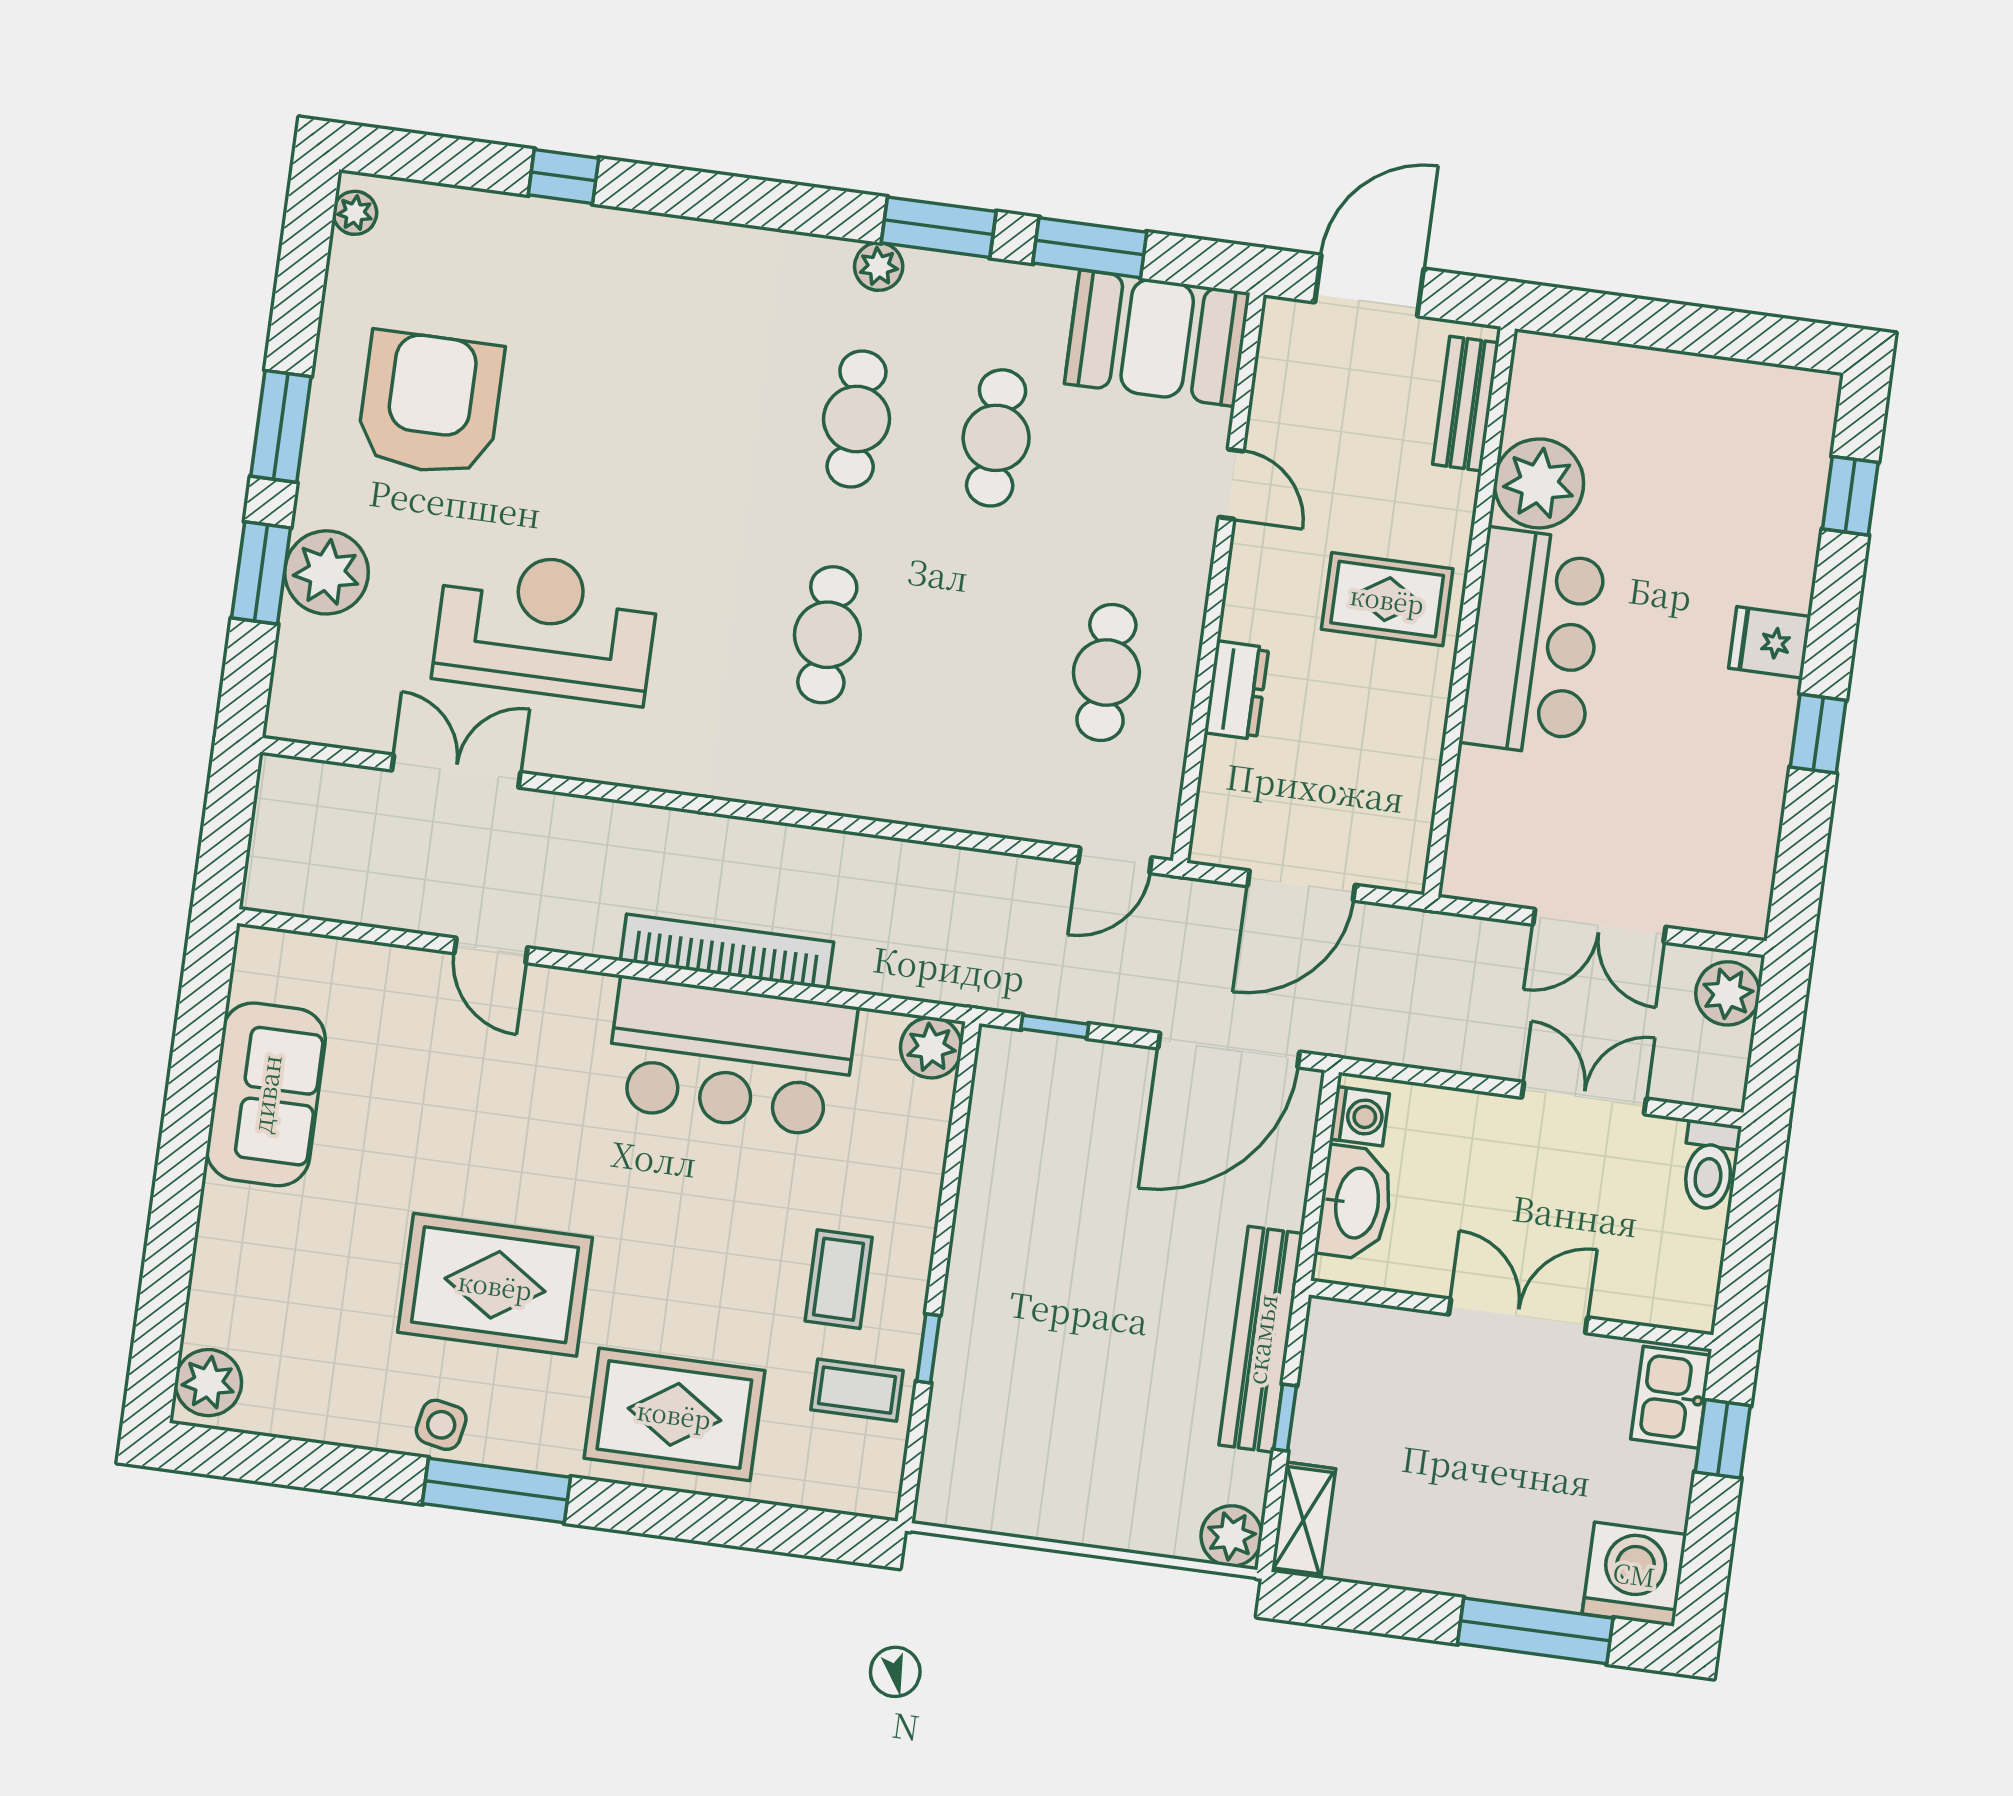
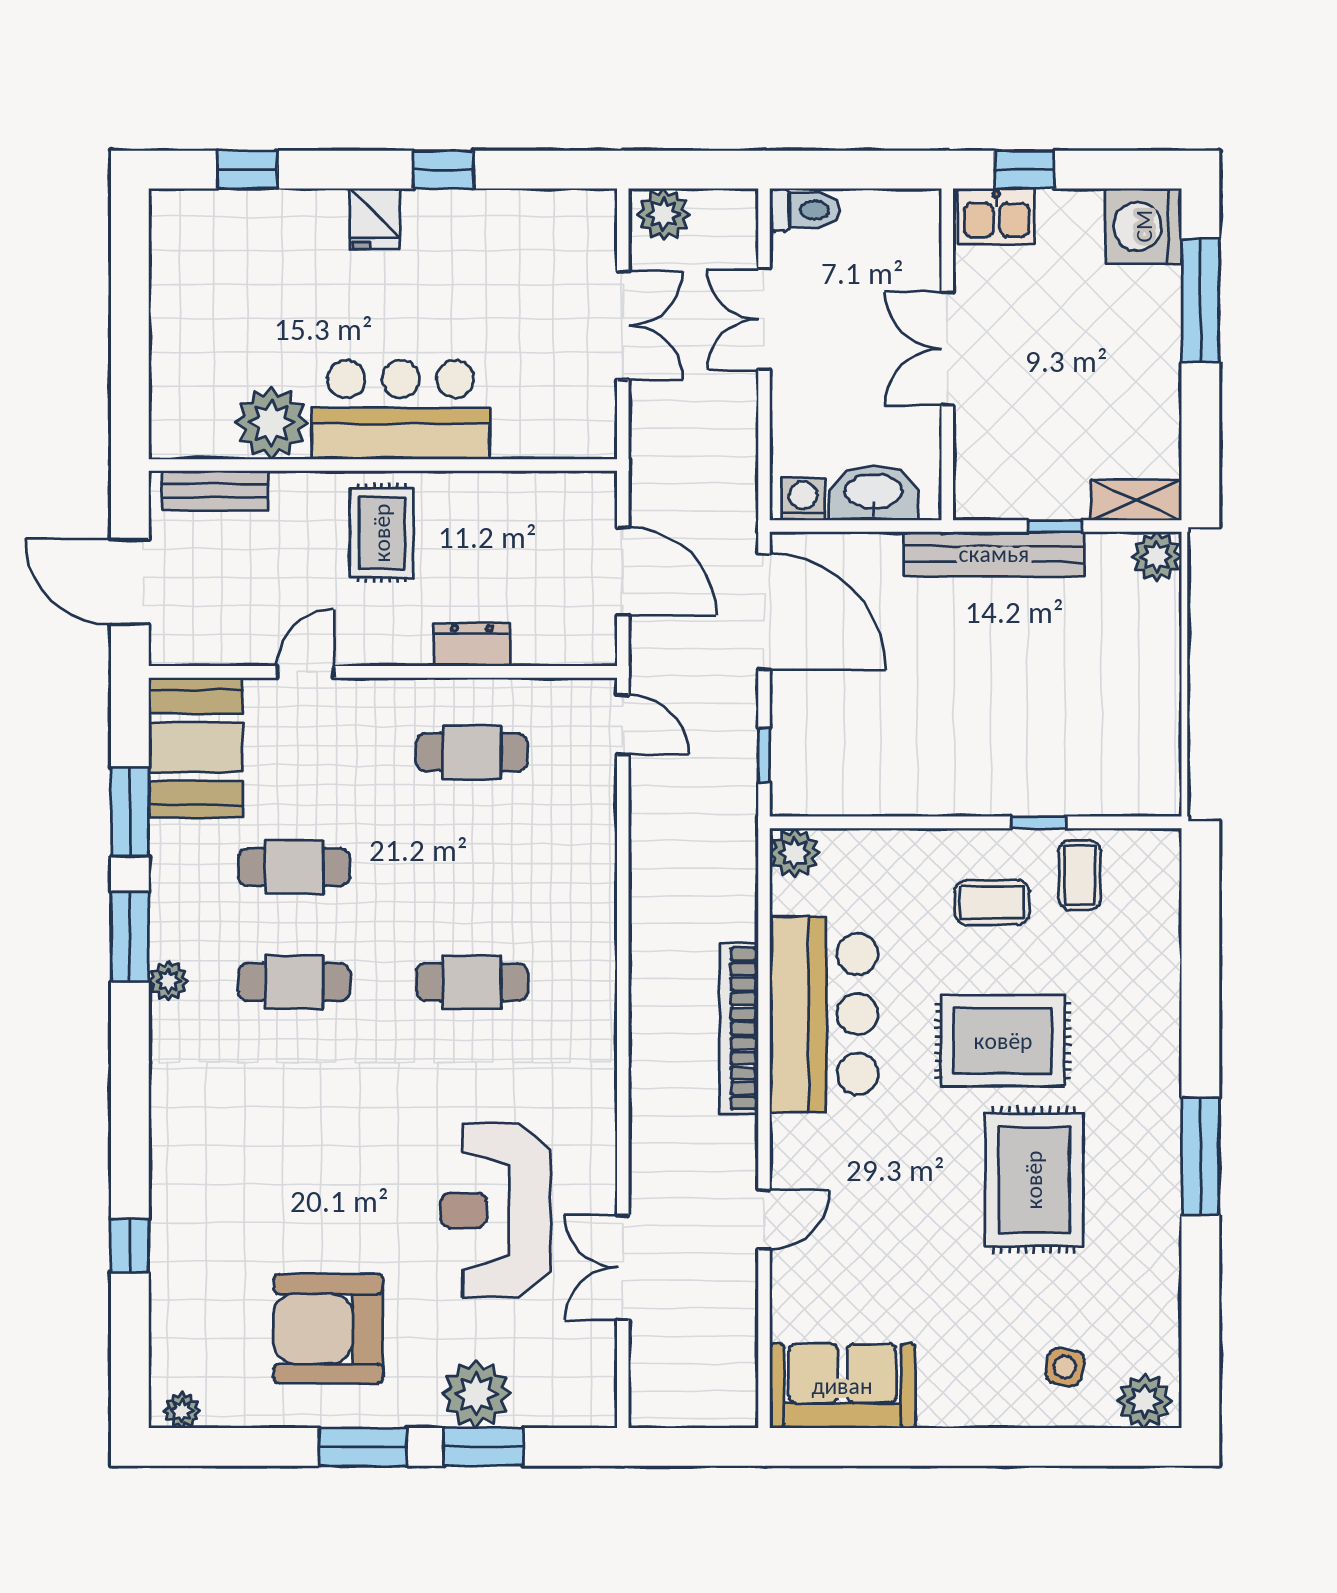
sofa: (266, 1094) -> (842, 1386), moved
rug: (674, 1414) -> (1003, 1041), moved, turned 90
side table: (441, 1425) -> (1065, 1367), moved

